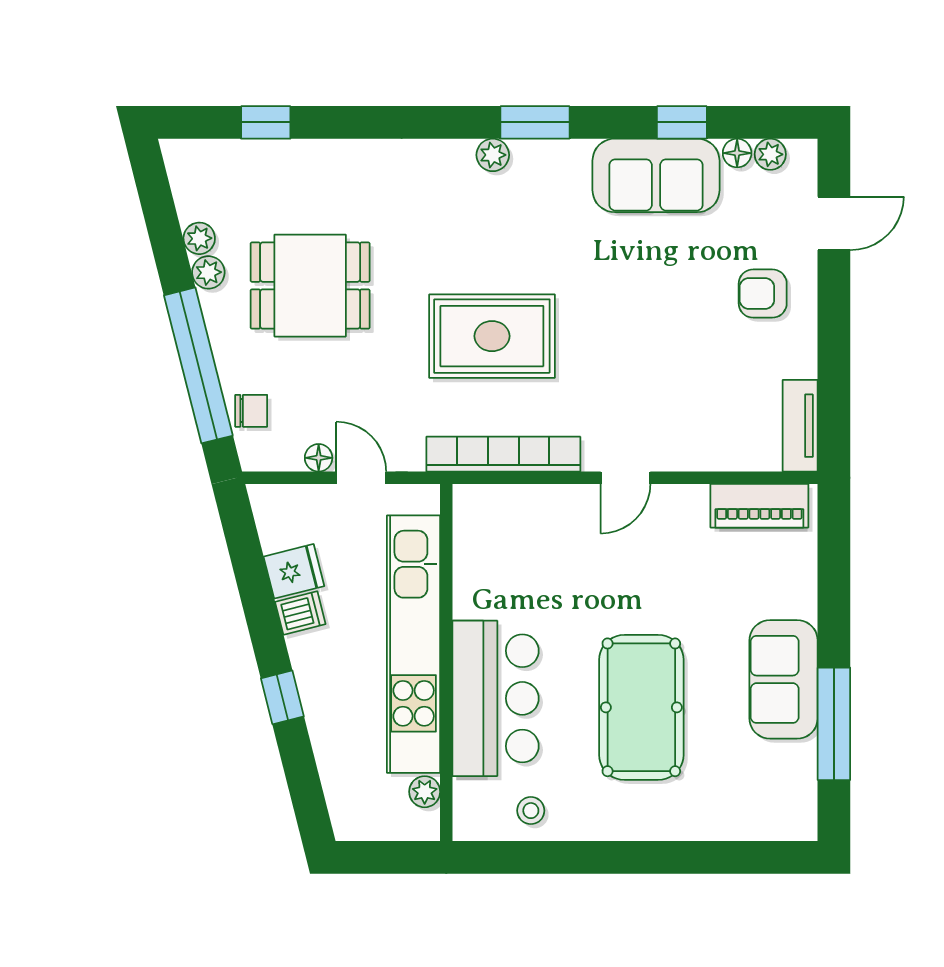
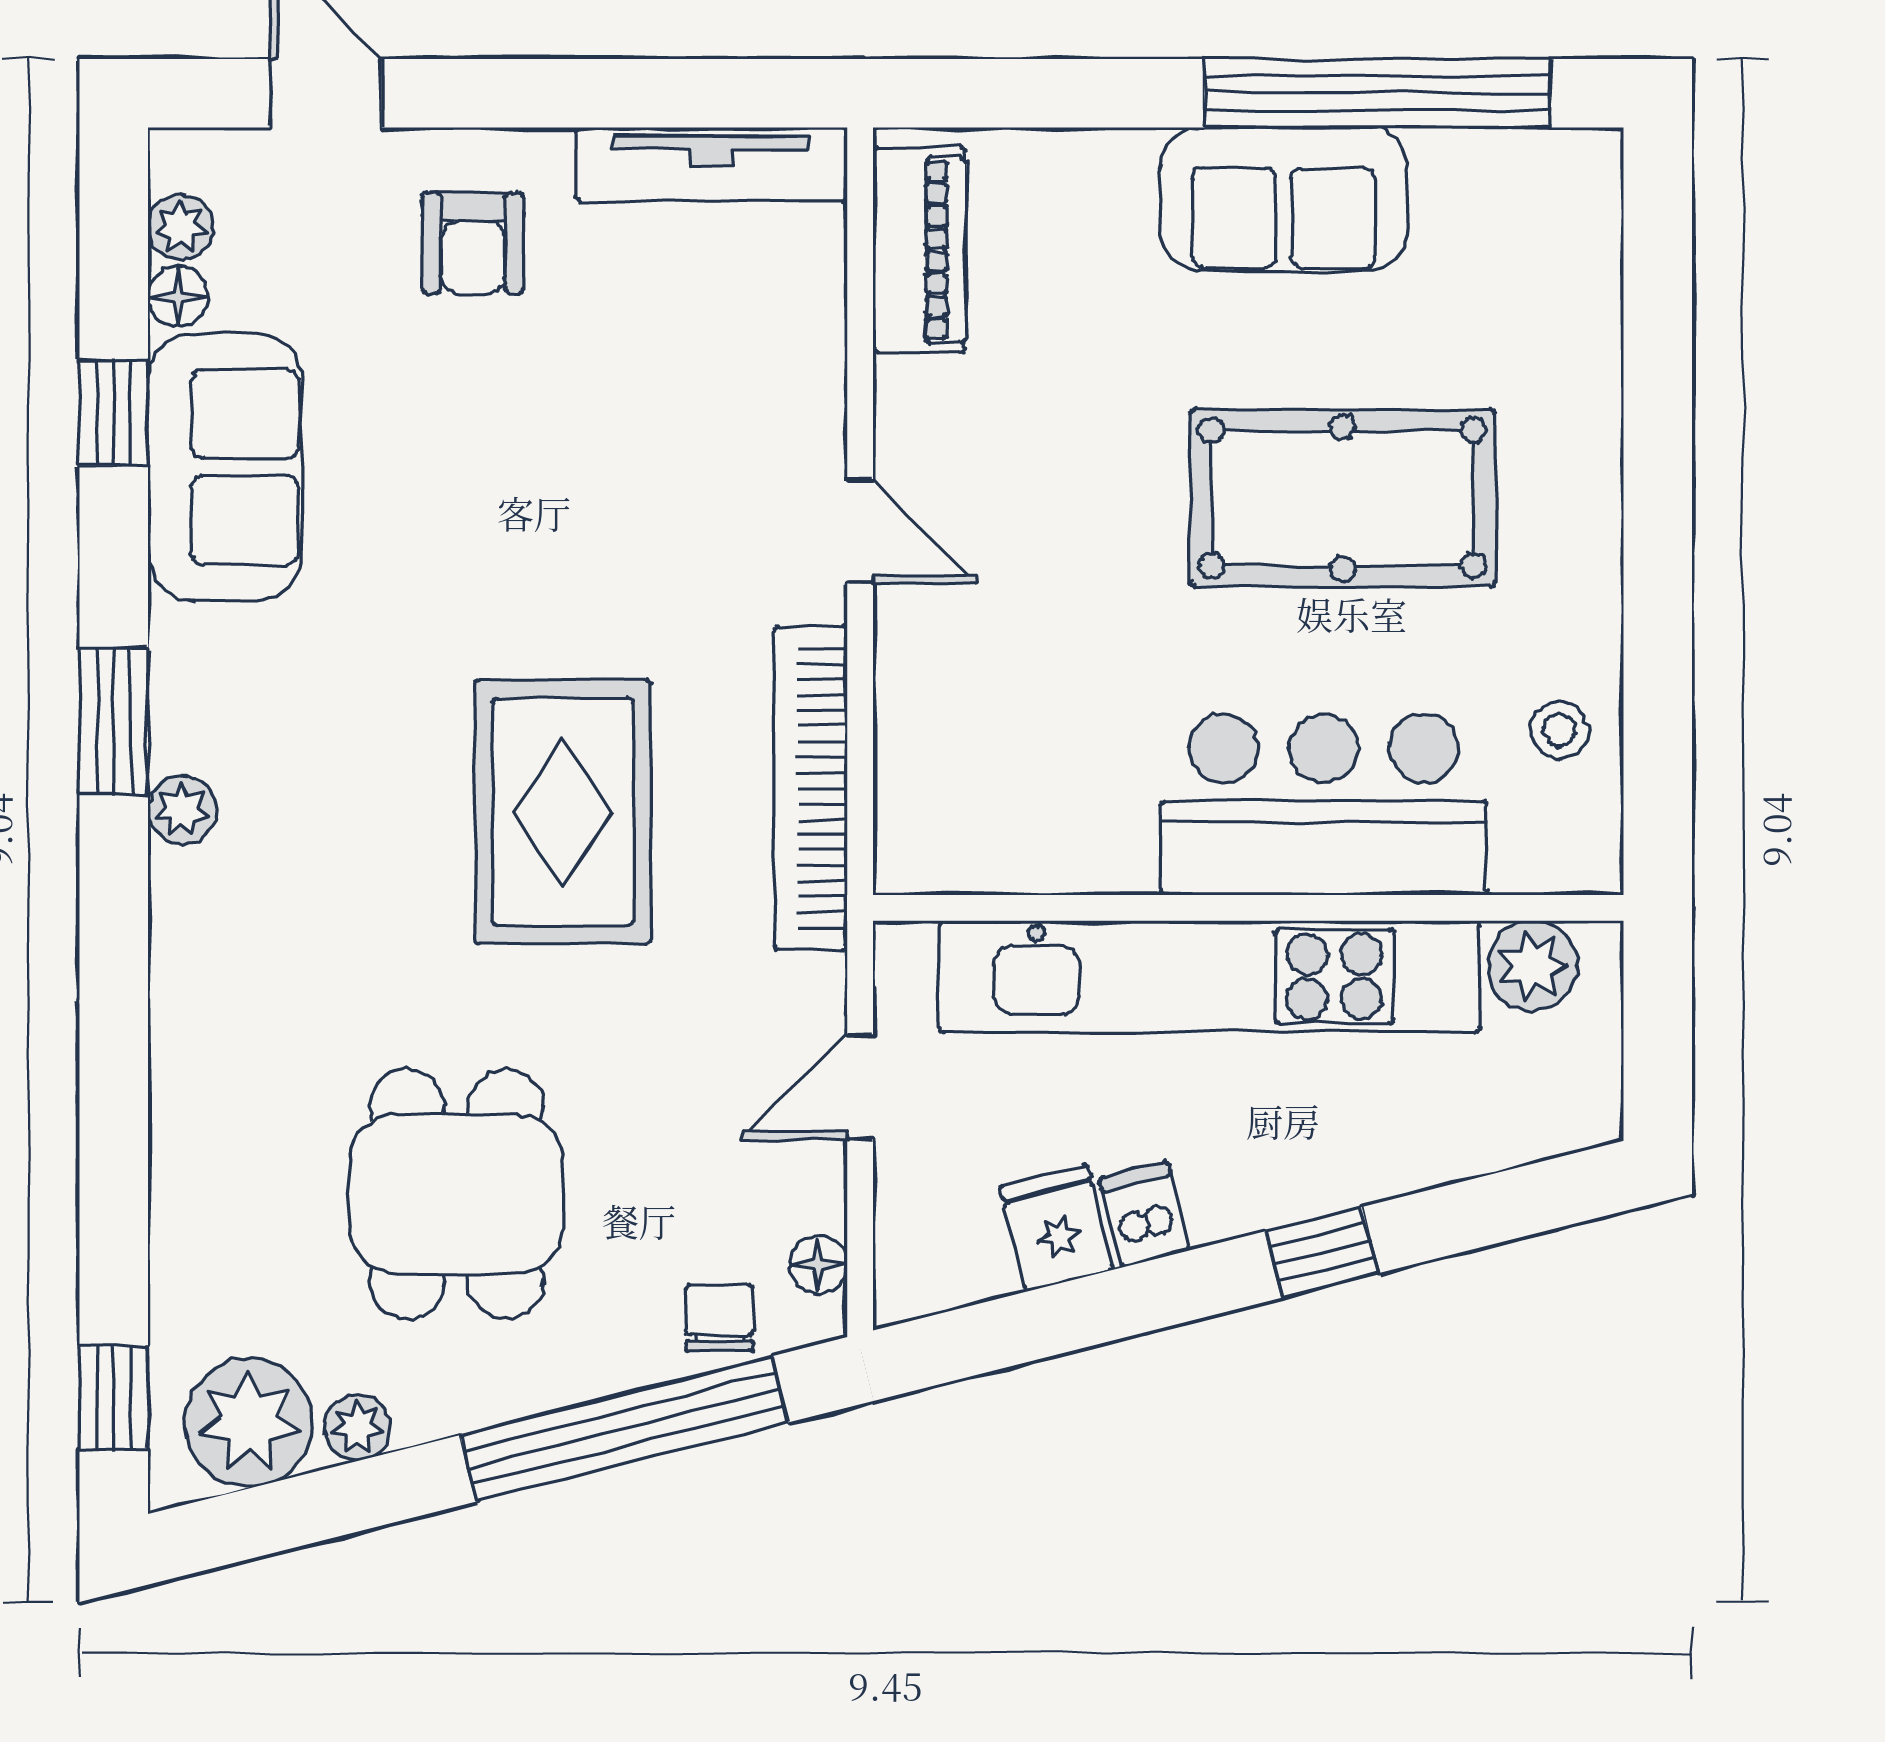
window: (266, 122) -> (114, 1398), moved
plant: (208, 272) -> (249, 1422), moved, width x1.87, depth x1.87
tv unit: (800, 426) -> (711, 164), width x1.41
floor lamp: (319, 458) -> (818, 1265), moved
window: (834, 724) -> (1377, 93), width x1.46
plant: (425, 792) -> (1532, 966), width x1.38, depth x1.38

